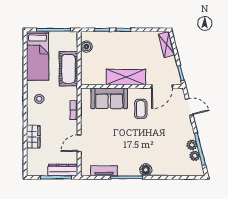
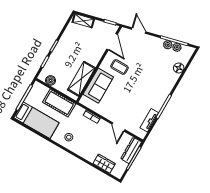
shelving: (126, 77) -> (81, 79), moved
door: (189, 107) -> (139, 30), hinge flipped
wardrobe: (33, 137) -> (104, 164), moved
floor lamp: (146, 170) -> (179, 68), moved

